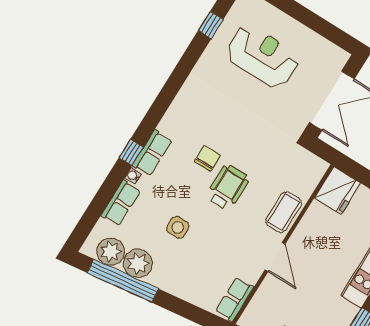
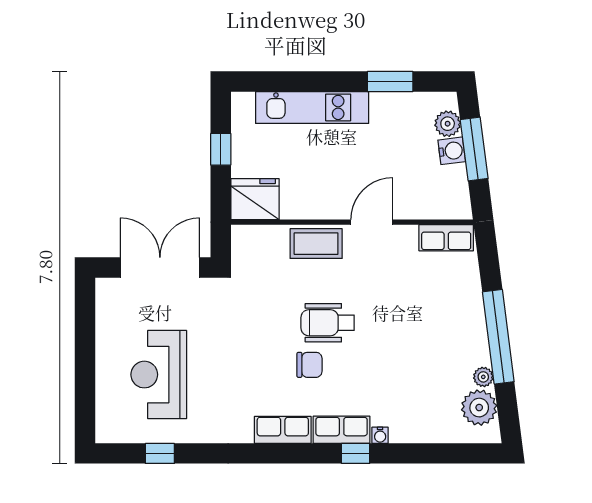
chair: (208, 158) -> (309, 365), turned 180
row of seats: (121, 203) -> (283, 430), moved
side table: (178, 227) -> (406, 350), removed
plant: (138, 263) -> (483, 377), width x0.53, depth x0.53
window: (123, 281) -> (498, 337), moved

